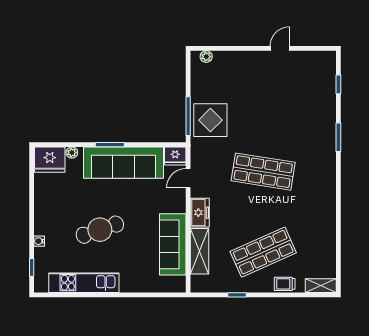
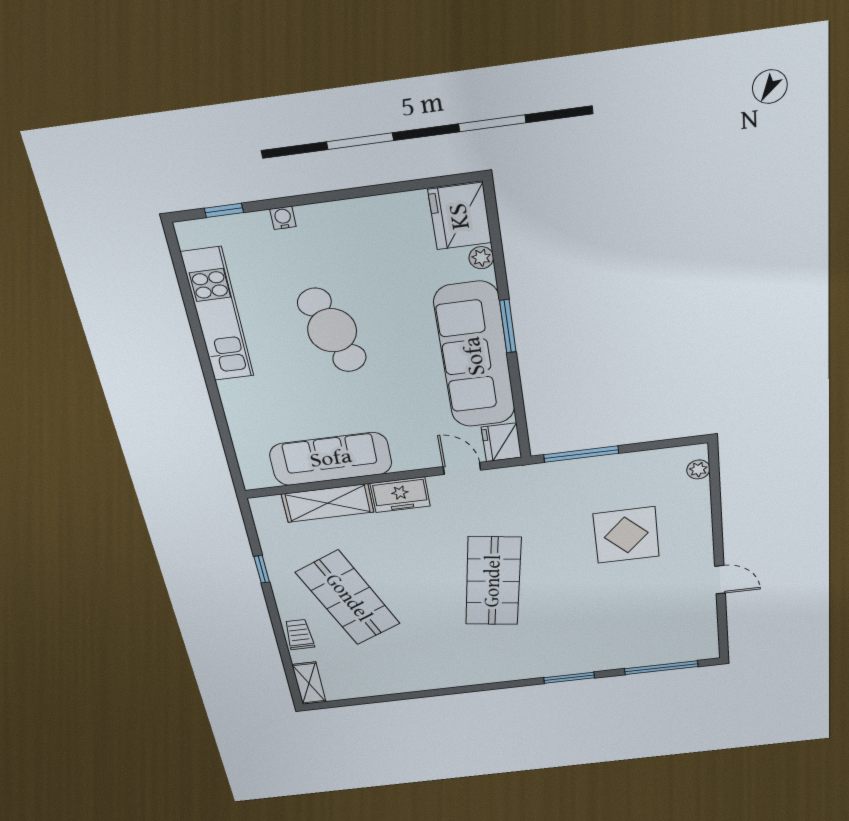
window: (338, 84) -> (661, 668), width x2.17
display table: (210, 120) -> (626, 535), moved

